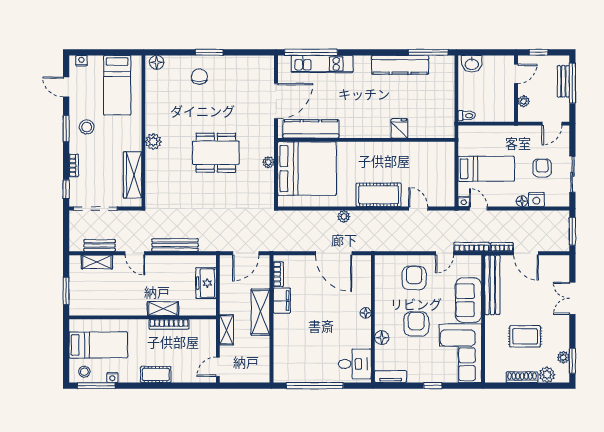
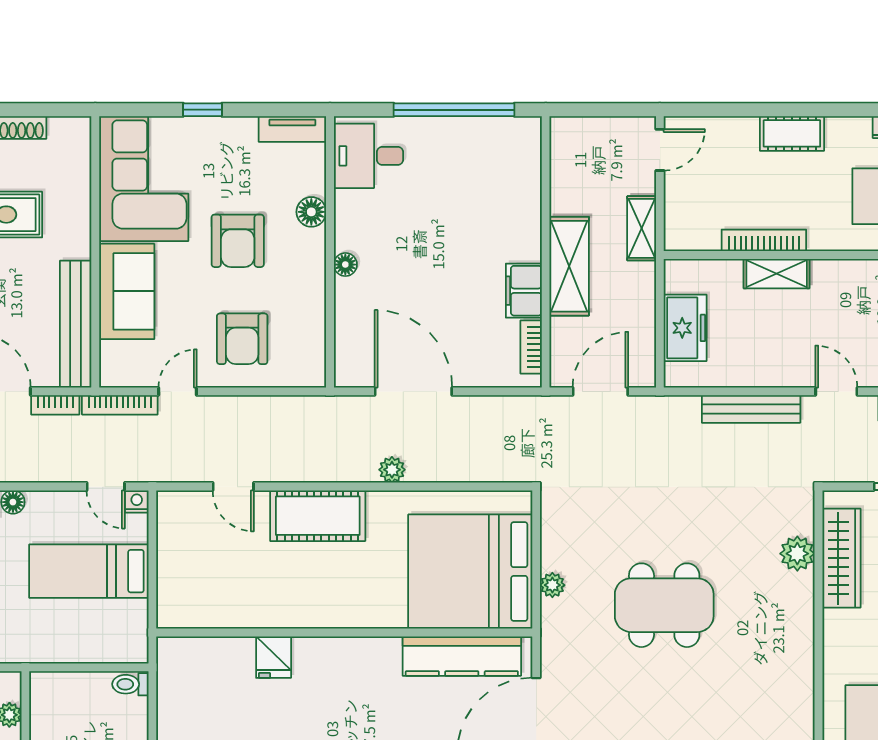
plant: (153, 142) -> (797, 554), moved

